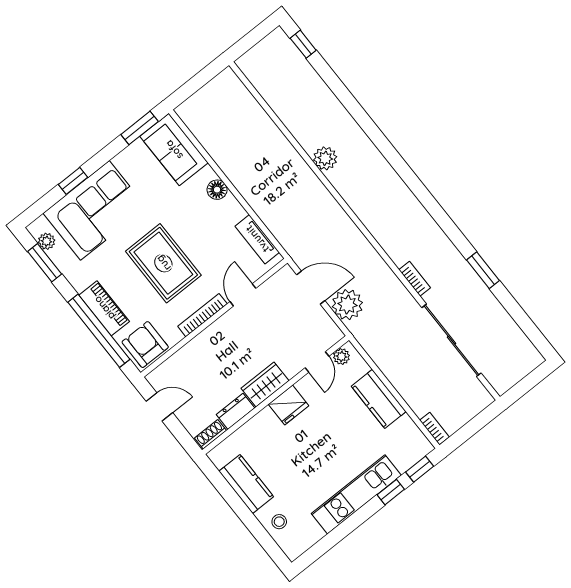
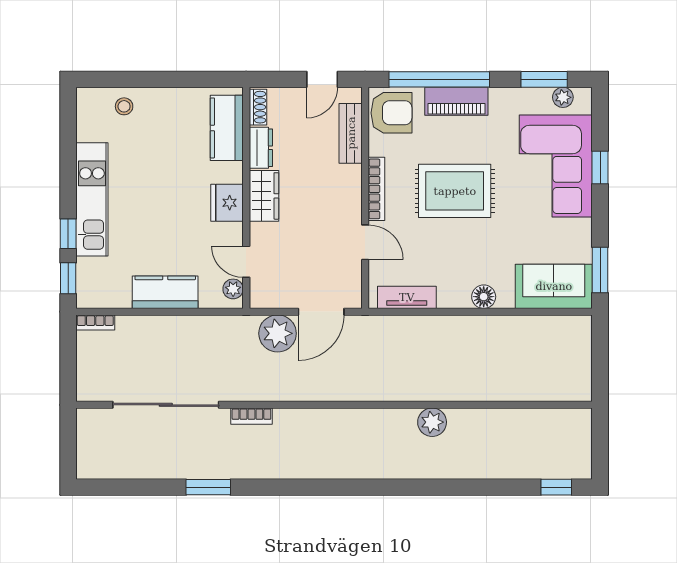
bench: (180, 361) -> (351, 133), added
kitchen counter: (246, 484) -> (227, 128), moved, turned 90

